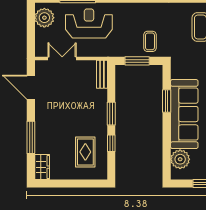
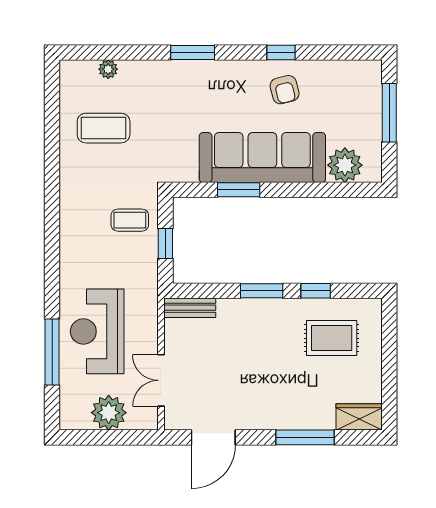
plant: (44, 18) -> (109, 413), moved
window: (137, 61) -> (165, 243), width x0.67

